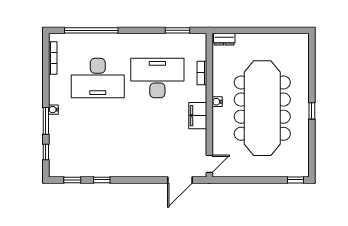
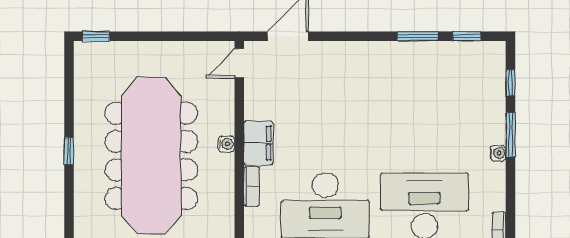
bookcase: (202, 73) -> (252, 186), moved
water cooler: (217, 102) -> (226, 144), moved
window: (102, 180) -> (418, 36), width x1.50

